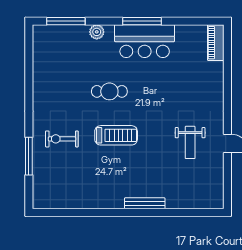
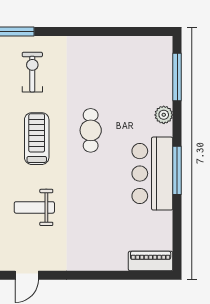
treadmill: (116, 135) -> (37, 139), turned 180
weight bench: (190, 142) -> (34, 207), moved

